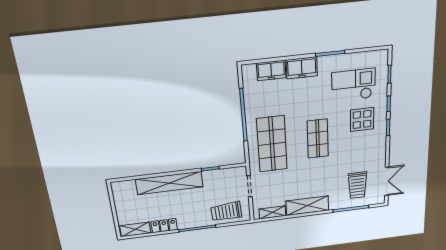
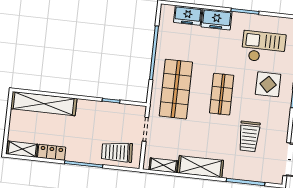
shelving: (169, 183) -> (44, 104), moved
trolley: (357, 185) -> (249, 136), moved

